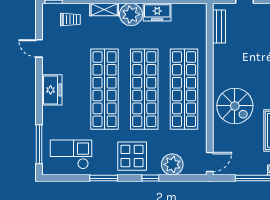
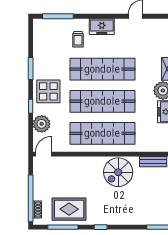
trolley: (70, 19) -> (78, 39), moved
spiral stairs: (235, 106) -> (118, 172), moved
checkout: (71, 154) -> (50, 42), removed
door: (210, 162) -> (43, 154), swing flipped

